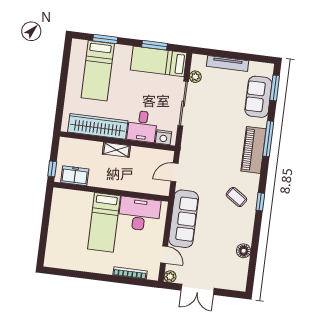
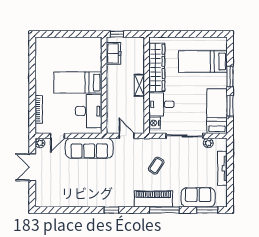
window: (105, 39) -> (230, 77), moved
coffee table: (236, 197) -> (156, 166), moved
floor lamp: (244, 251) -> (69, 201), removed

